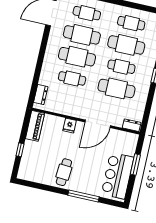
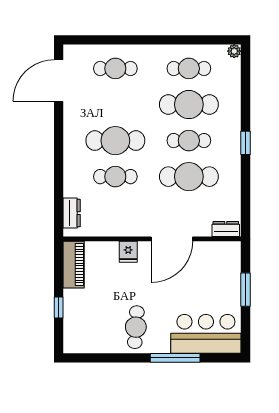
cafe table: (82, 35) -> (115, 105), removed
bar counter: (118, 176) -> (206, 334), moved, turned 90

